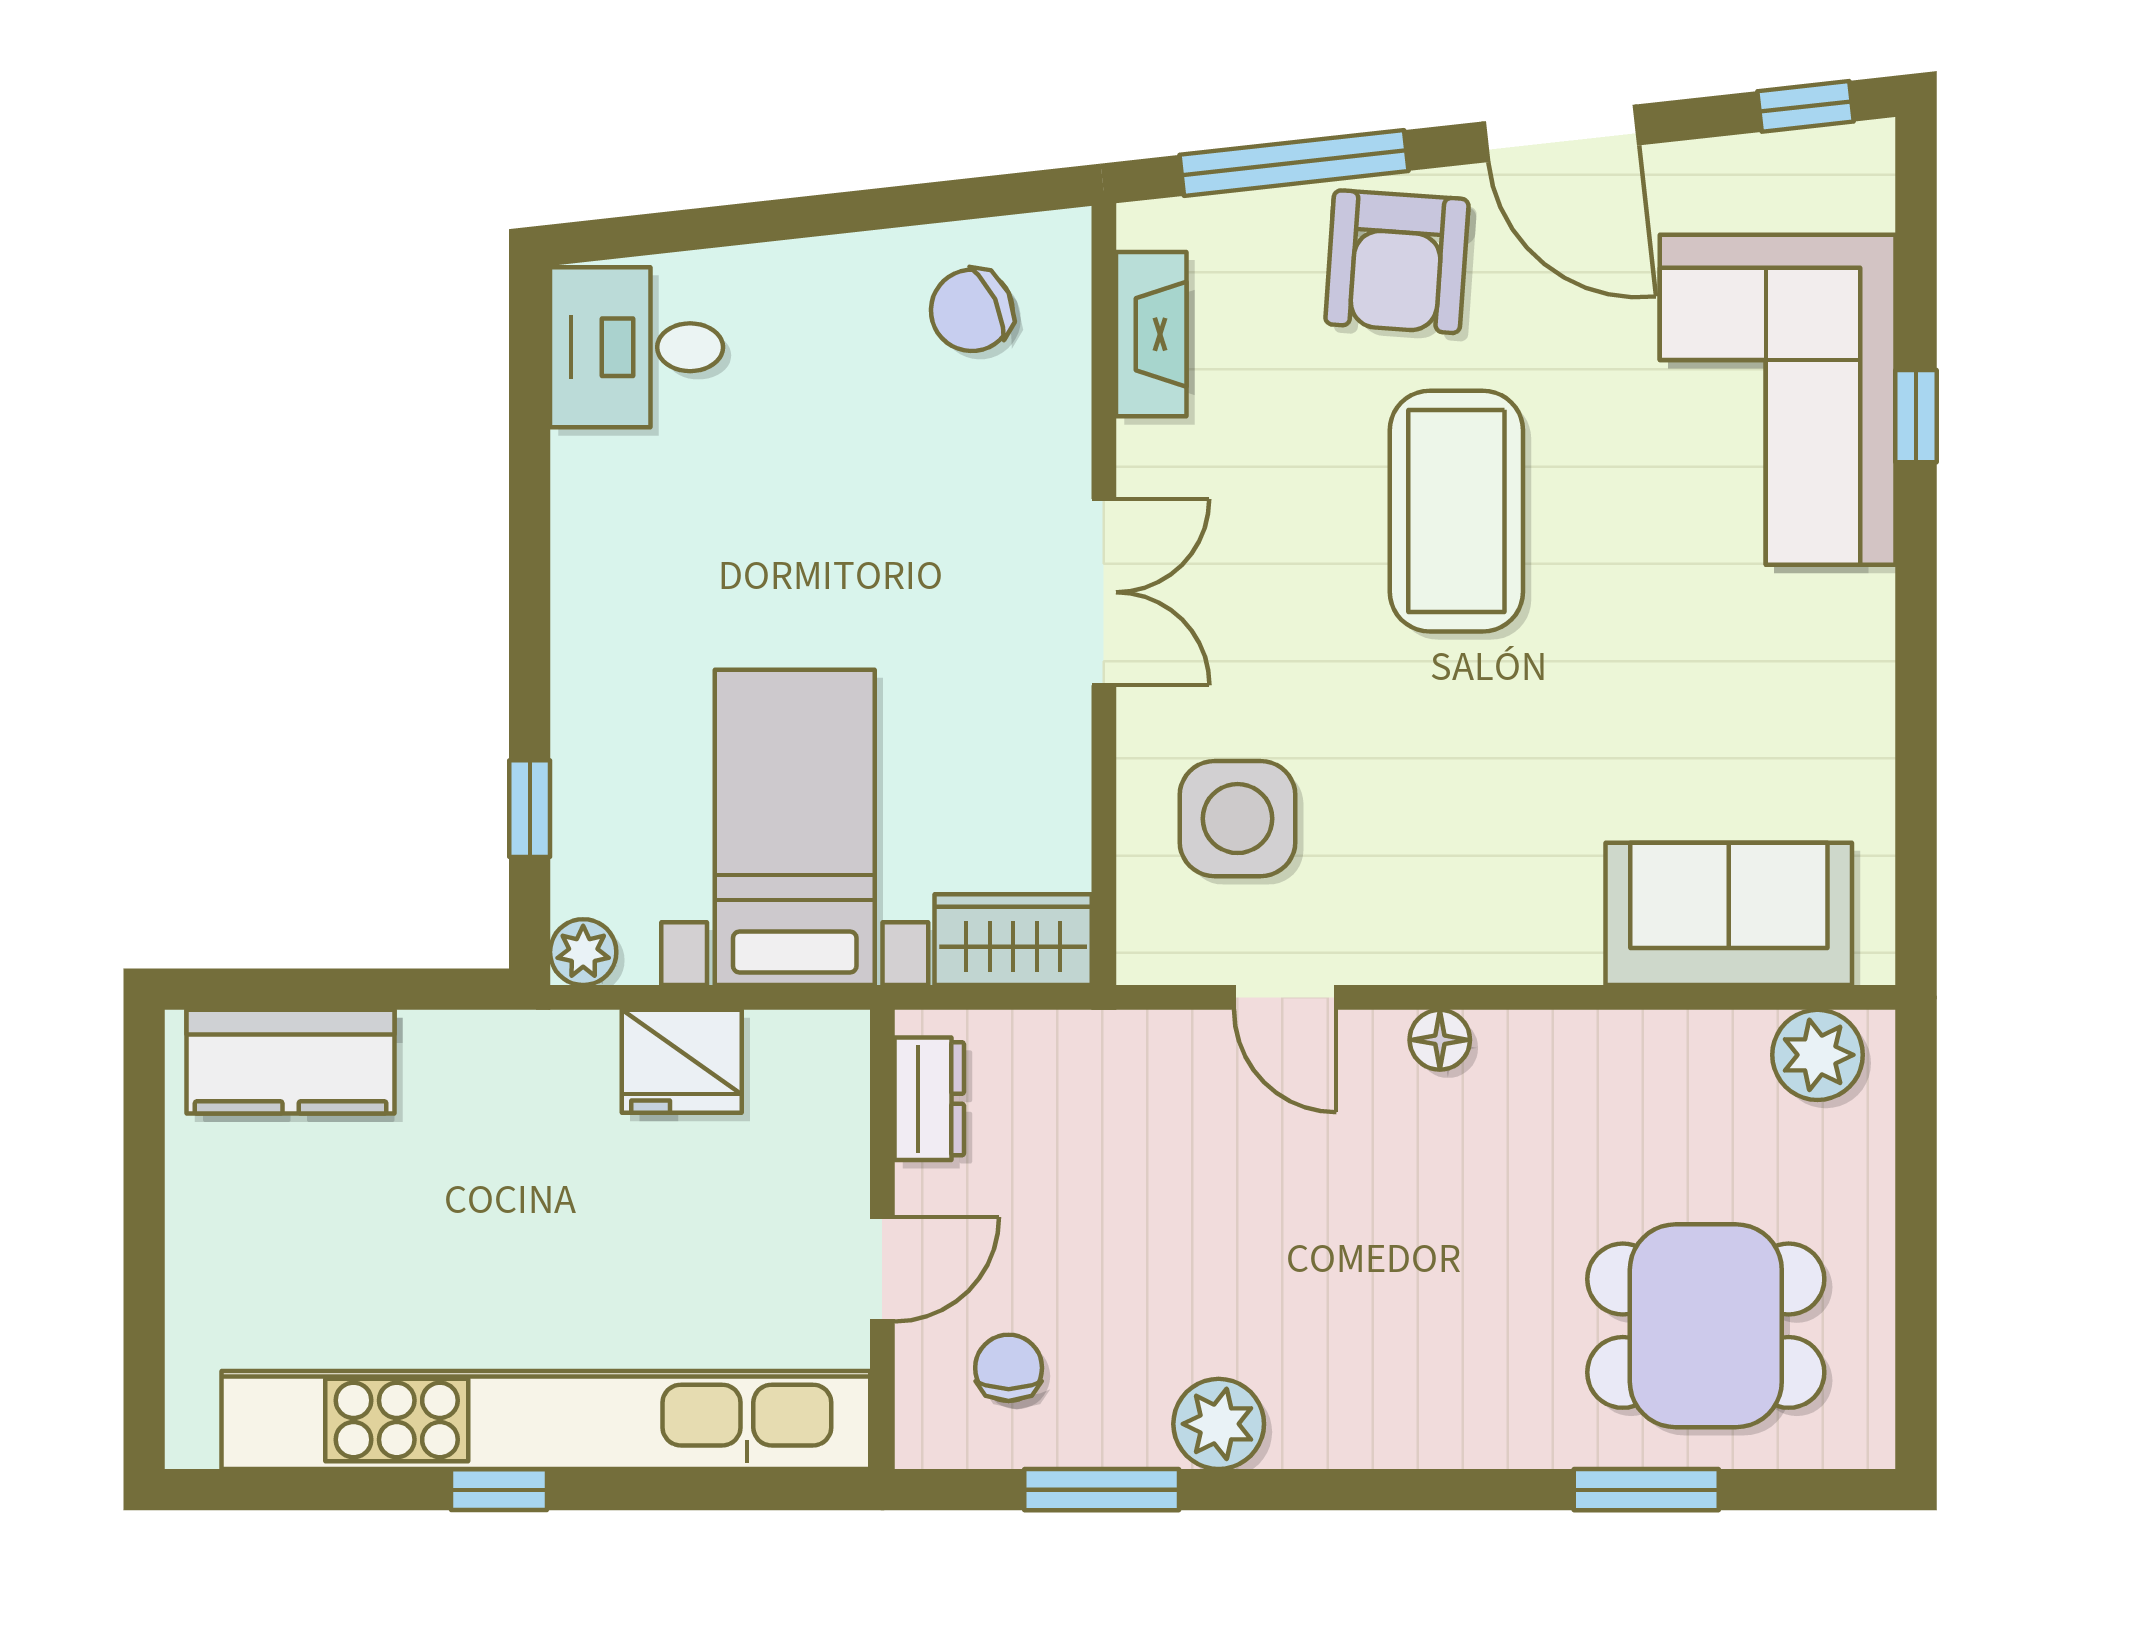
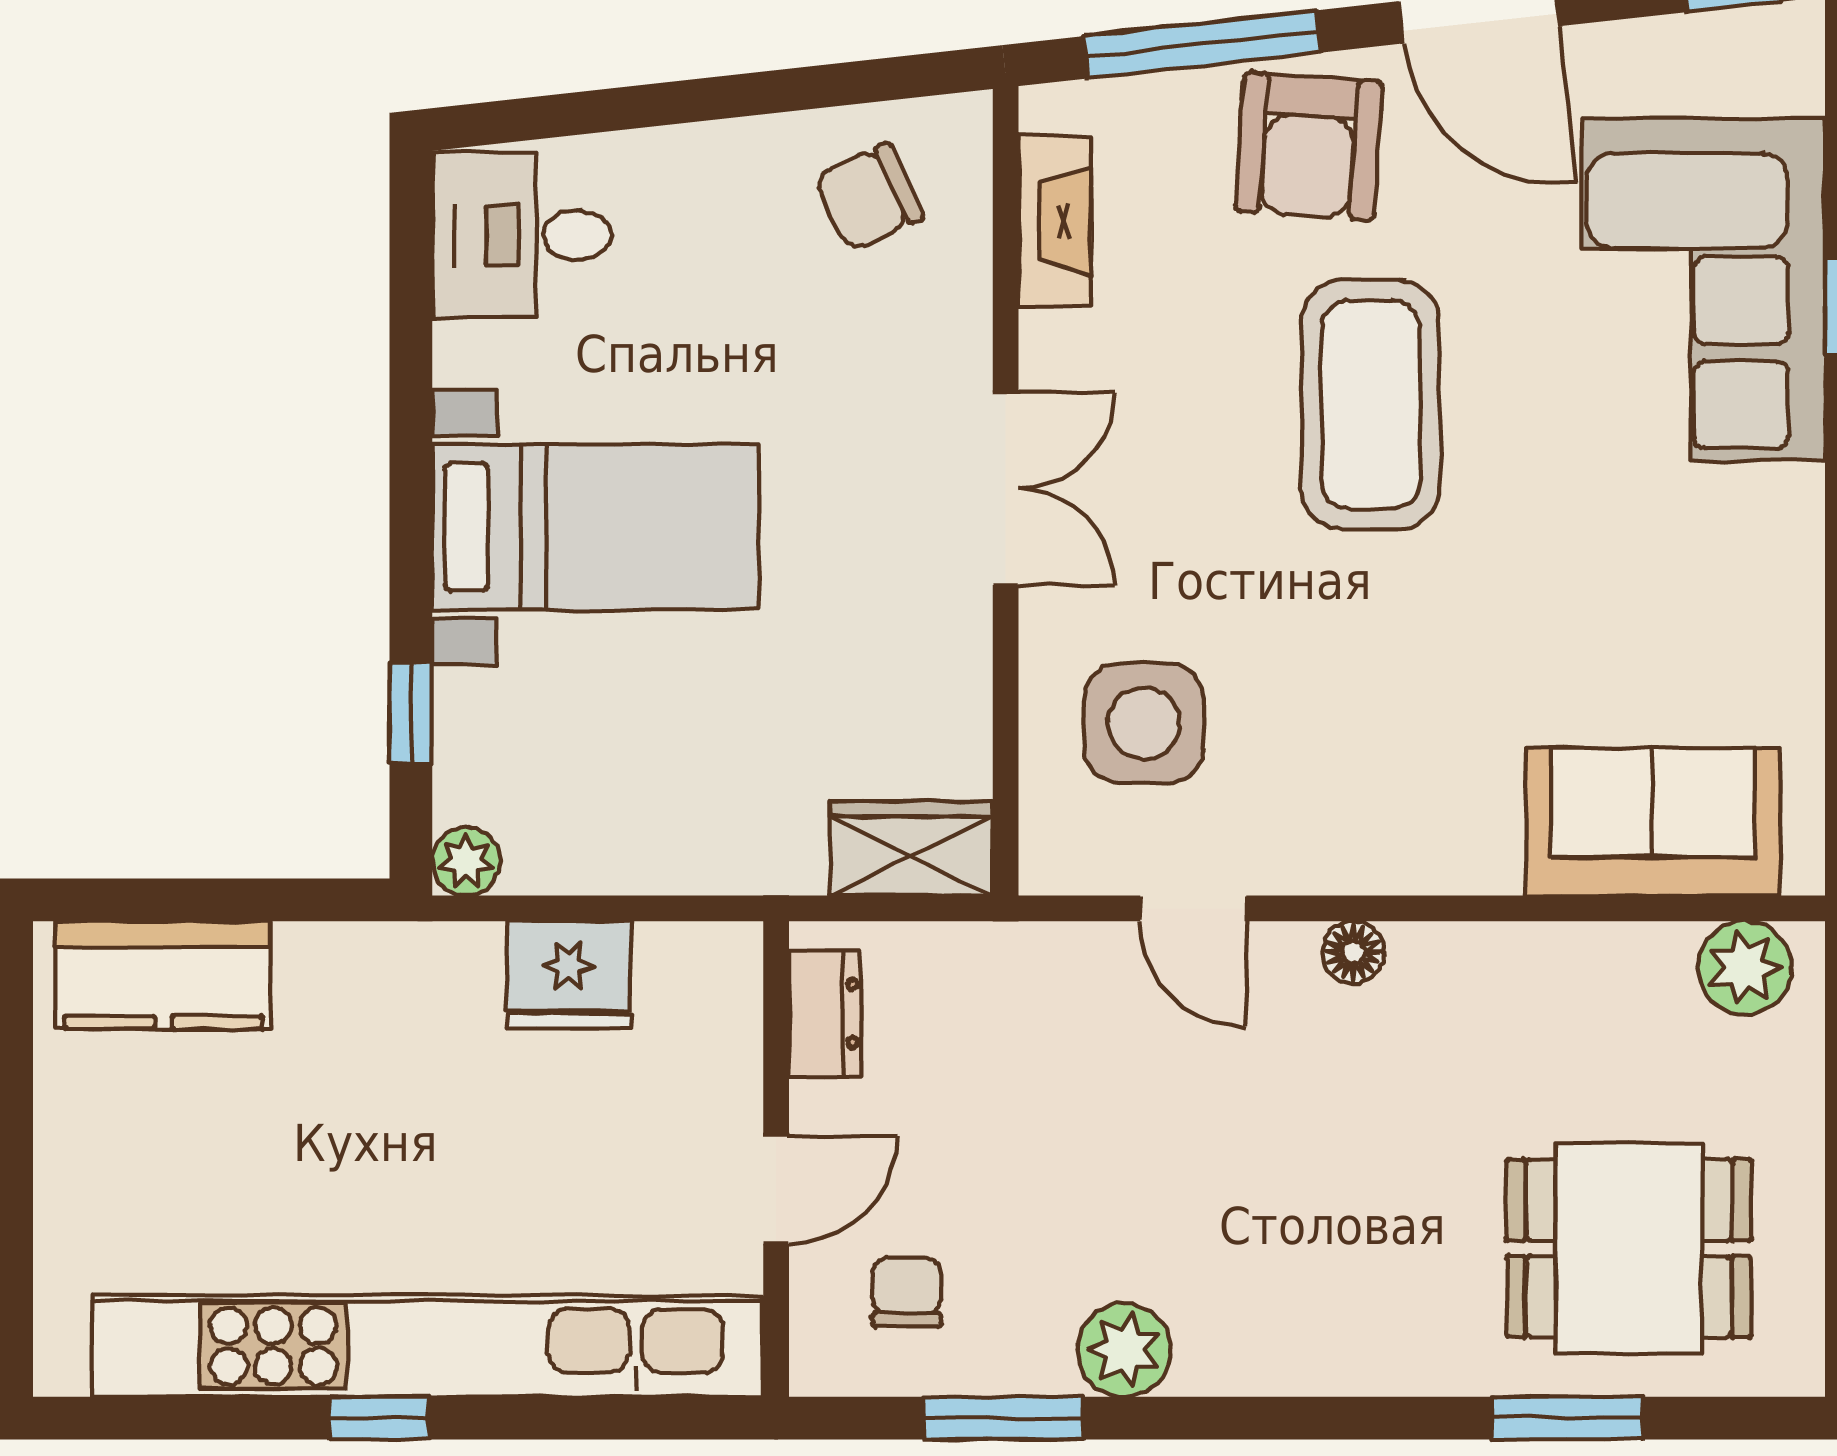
bed with nightstands: (795, 827) -> (596, 527), moved, turned 90

